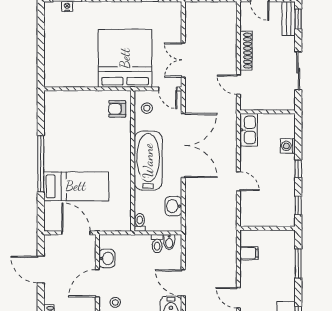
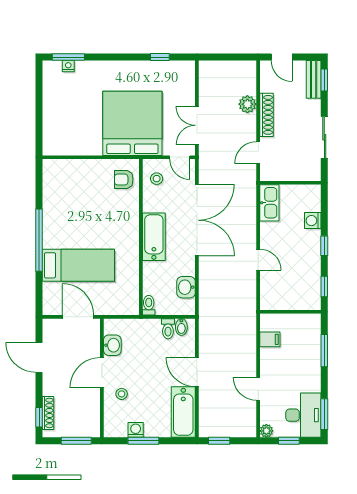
plant: (229, 41) -> (247, 104), added
door: (238, 85) -> (258, 153), hinge flipped
bathtub: (148, 161) -> (154, 237), width x0.73, depth x0.73

